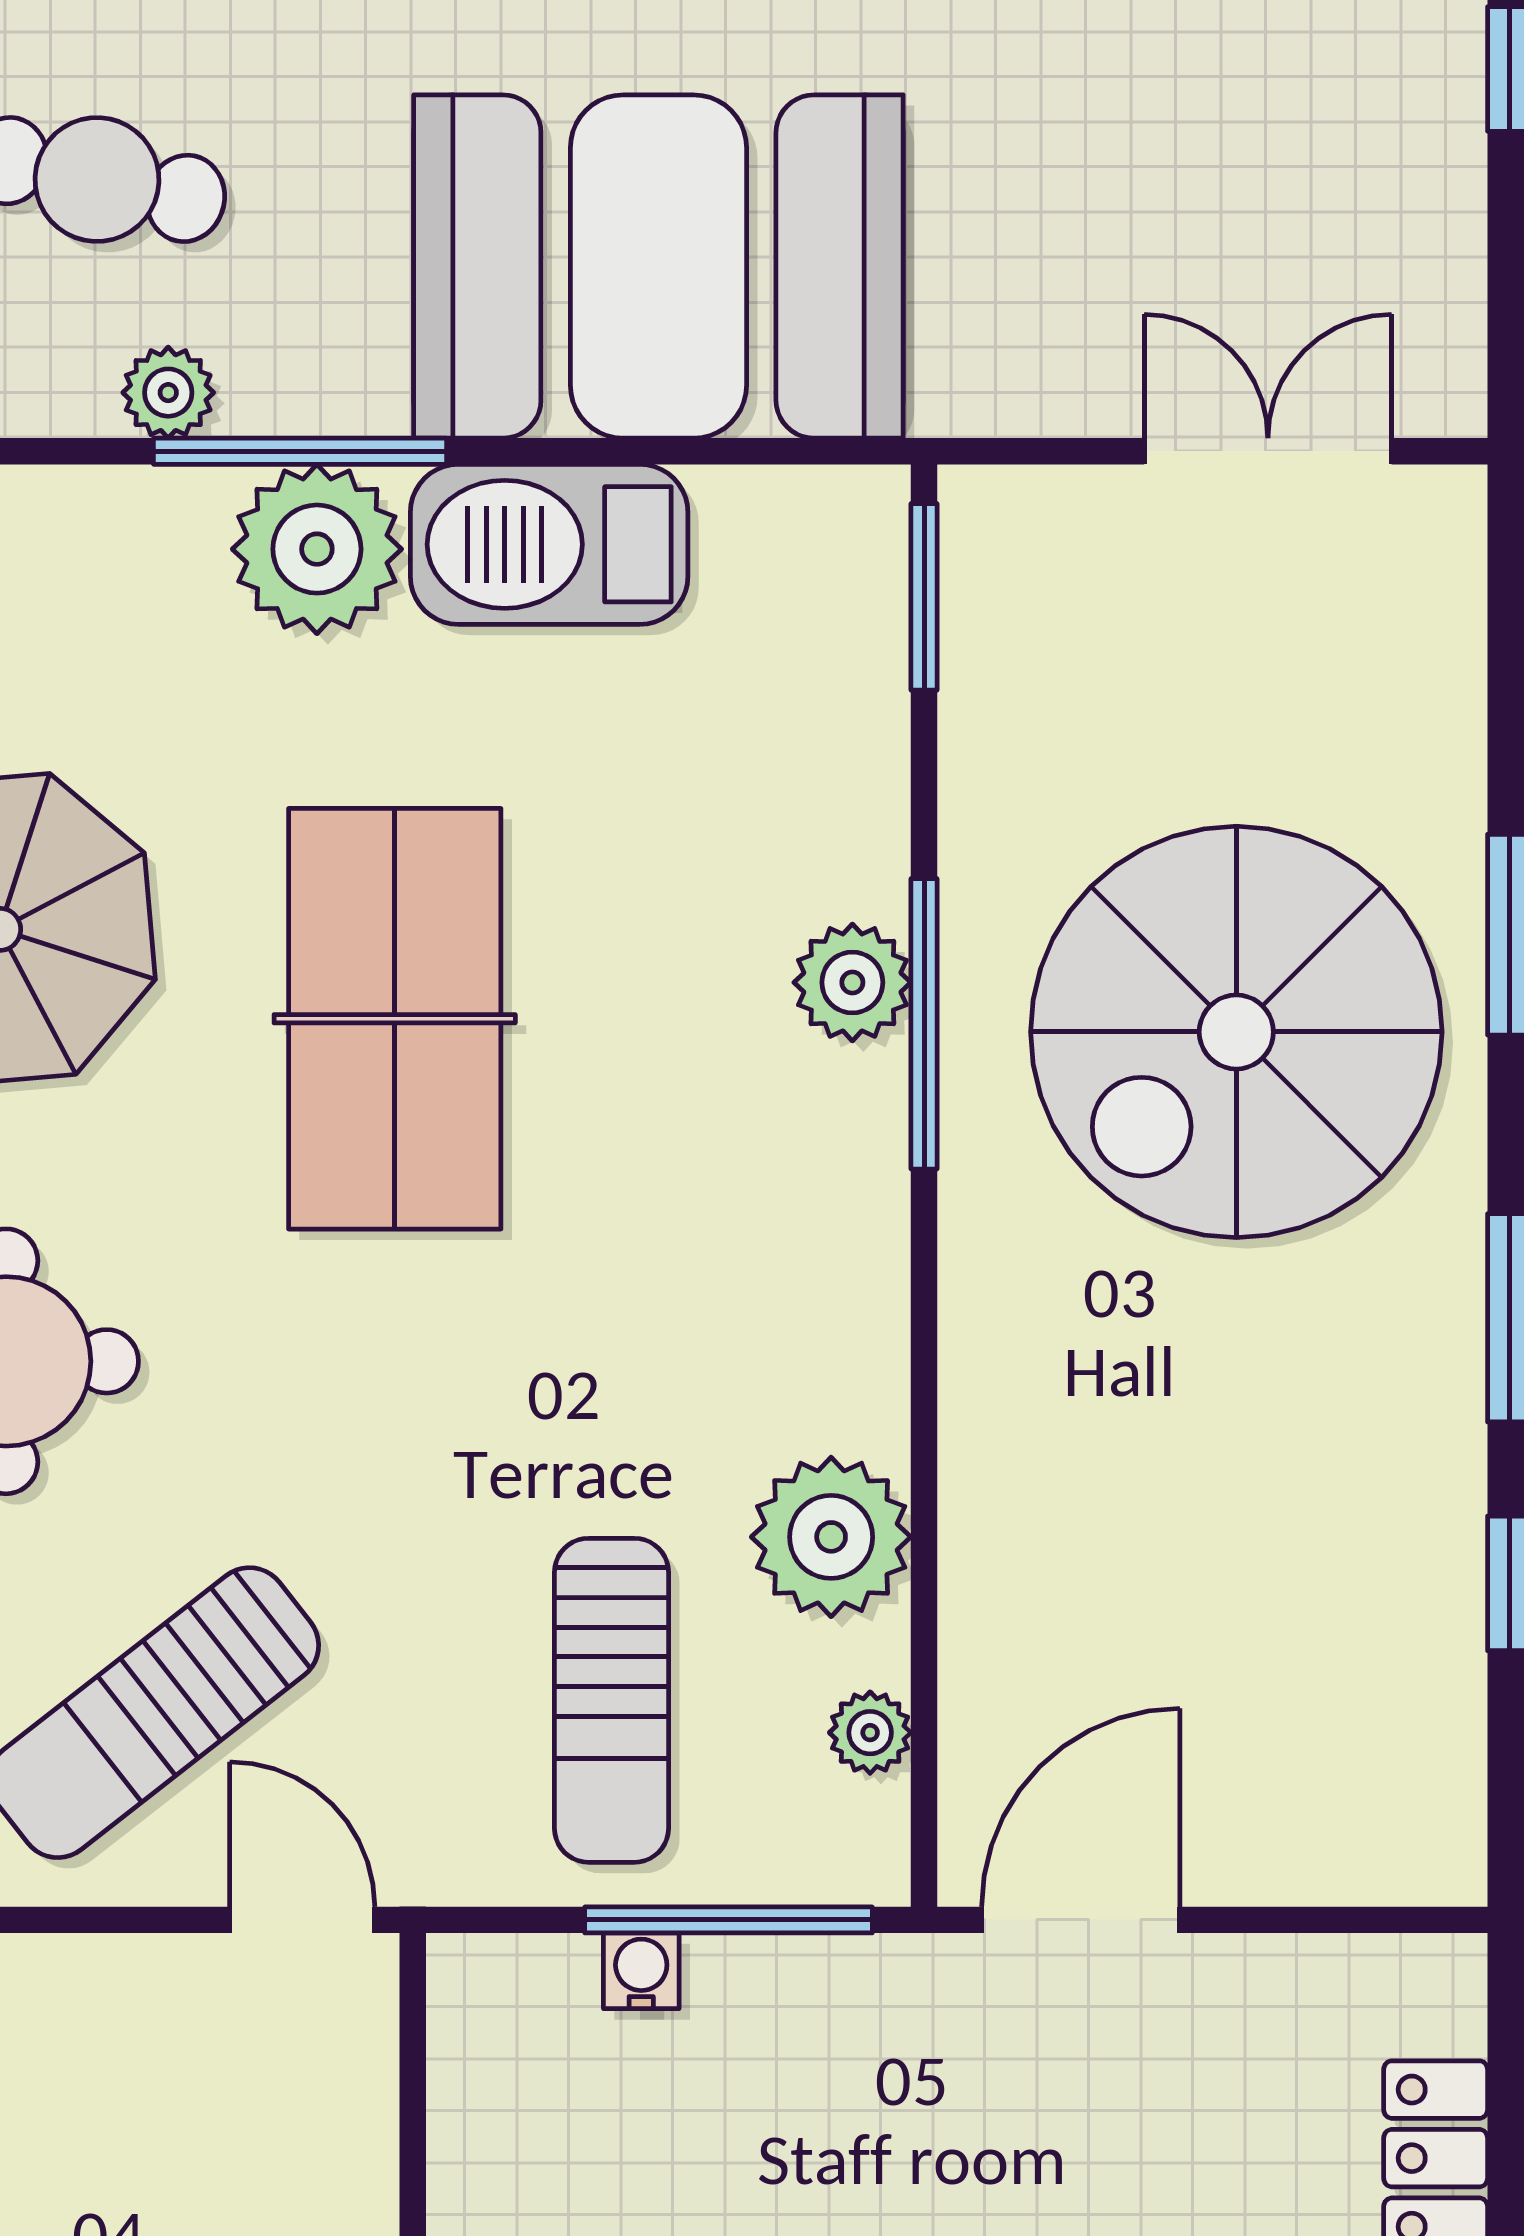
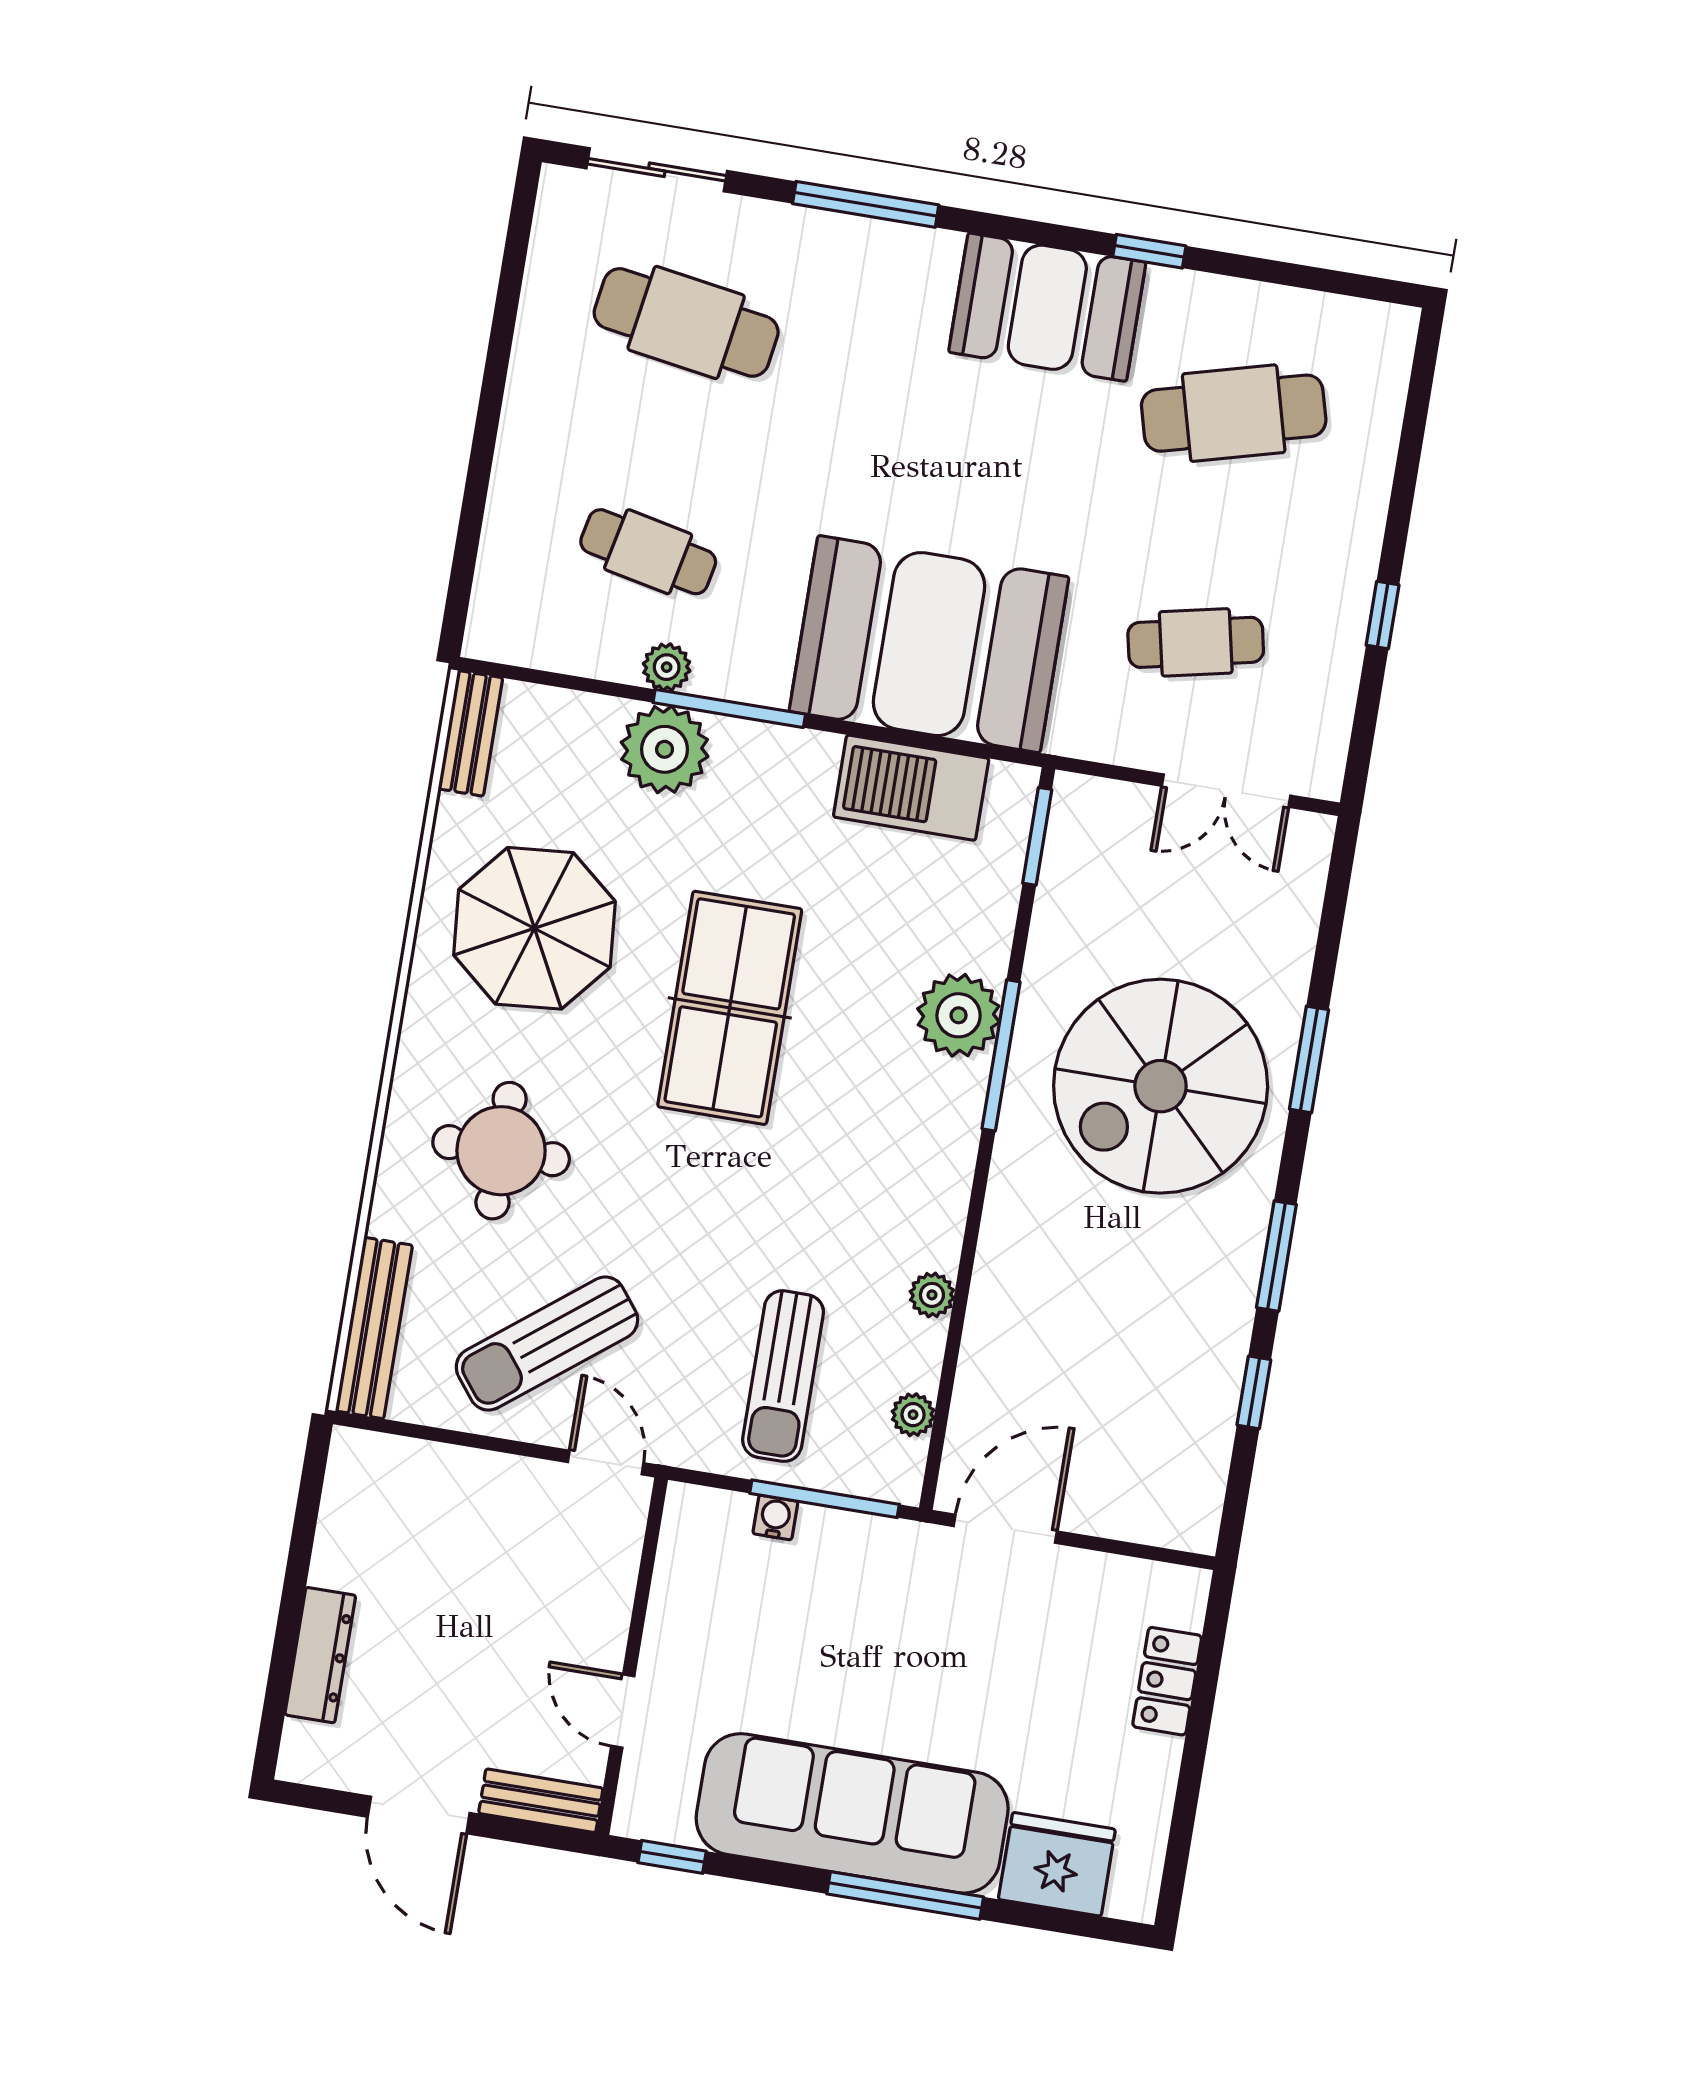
cafe table: (1164, 180) -> (1196, 642), added
double door: (1268, 451) -> (1226, 791), swing flipped
barbecue: (549, 544) -> (911, 788), moved
plant: (317, 549) -> (665, 749), moved
plant: (852, 982) -> (959, 1015), width x1.36, depth x1.36
plant: (831, 1537) -> (932, 1295), width x0.53, depth x0.53

